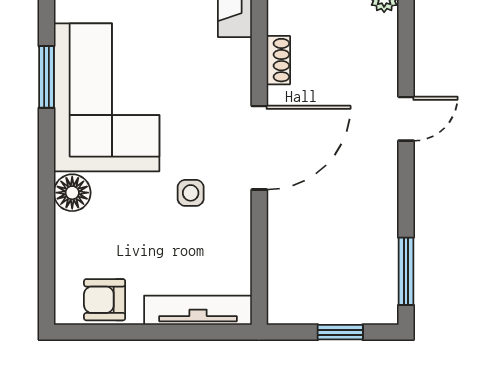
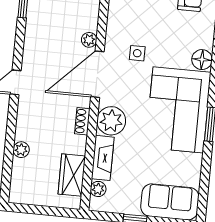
plant: (226, 66) -> (111, 121), added
plant: (280, 209) -> (89, 40), added

